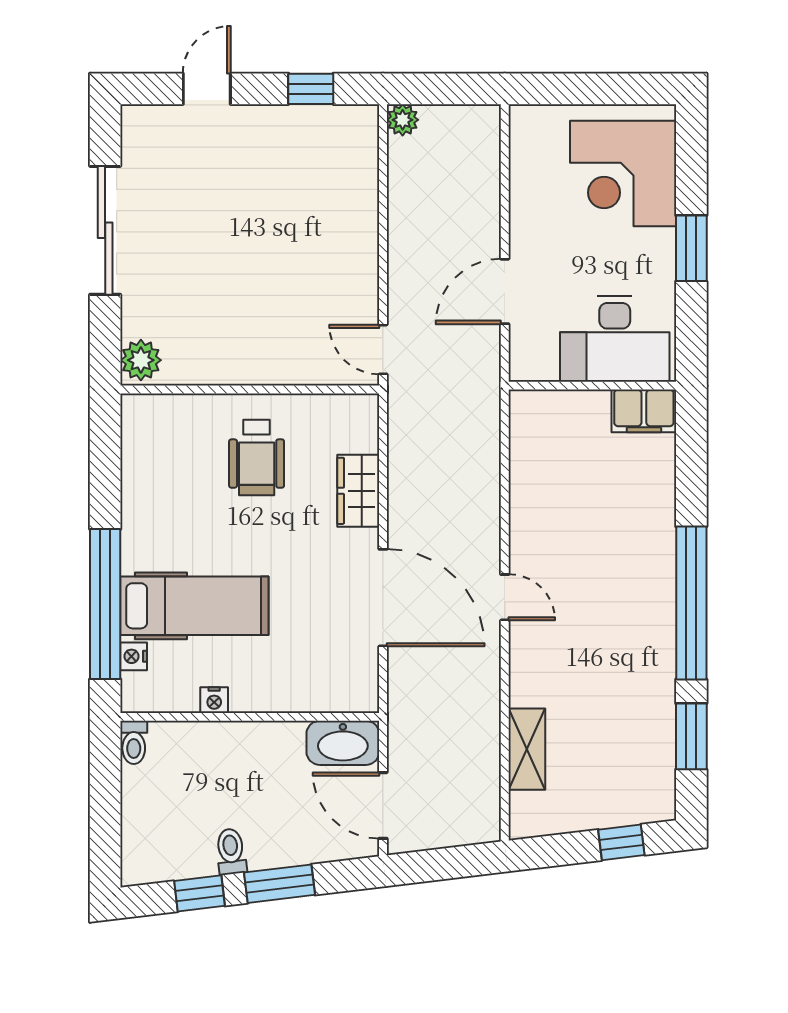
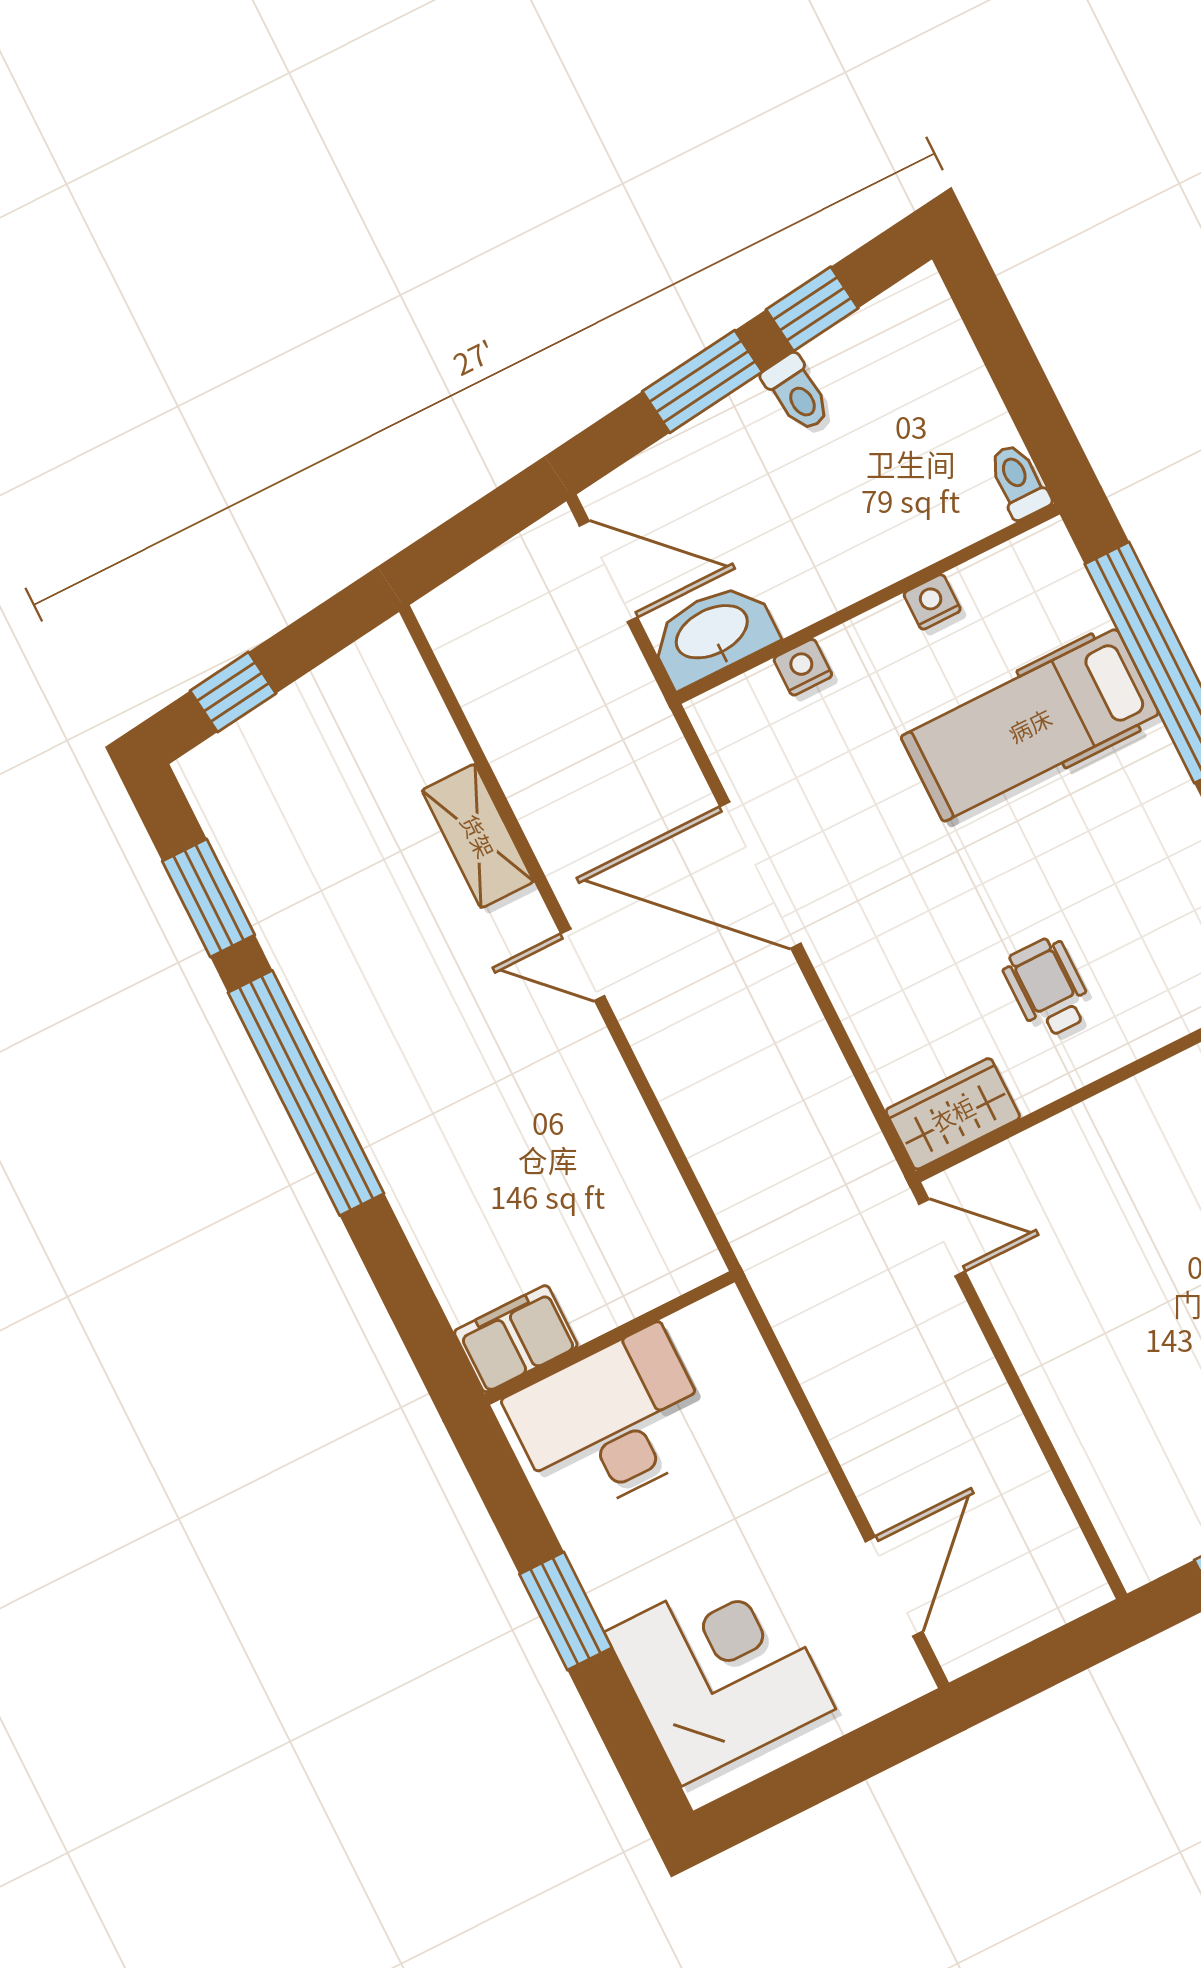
plant: (403, 120) -> (1081, 1588), removed
door: (505, 291) -> (894, 1586), moved
wheelchair: (257, 457) -> (1048, 987), width x0.73, depth x0.73
wardrobe: (358, 491) -> (953, 1114), moved, turned -90
nightstand: (134, 656) -> (803, 667), moved, turned -90
shelving: (527, 749) -> (478, 836), moved

